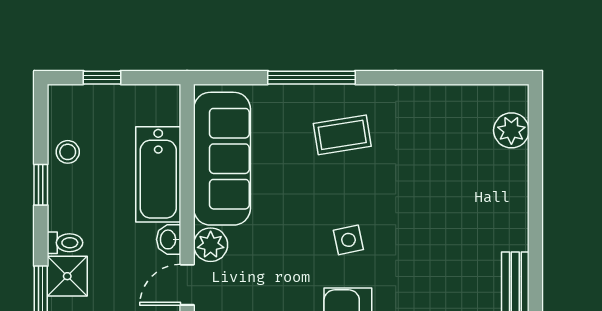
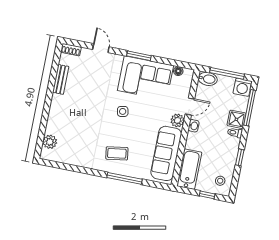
stool: (68, 152) -> (220, 181), moved
bathtub: (158, 174) -> (189, 169), moved

